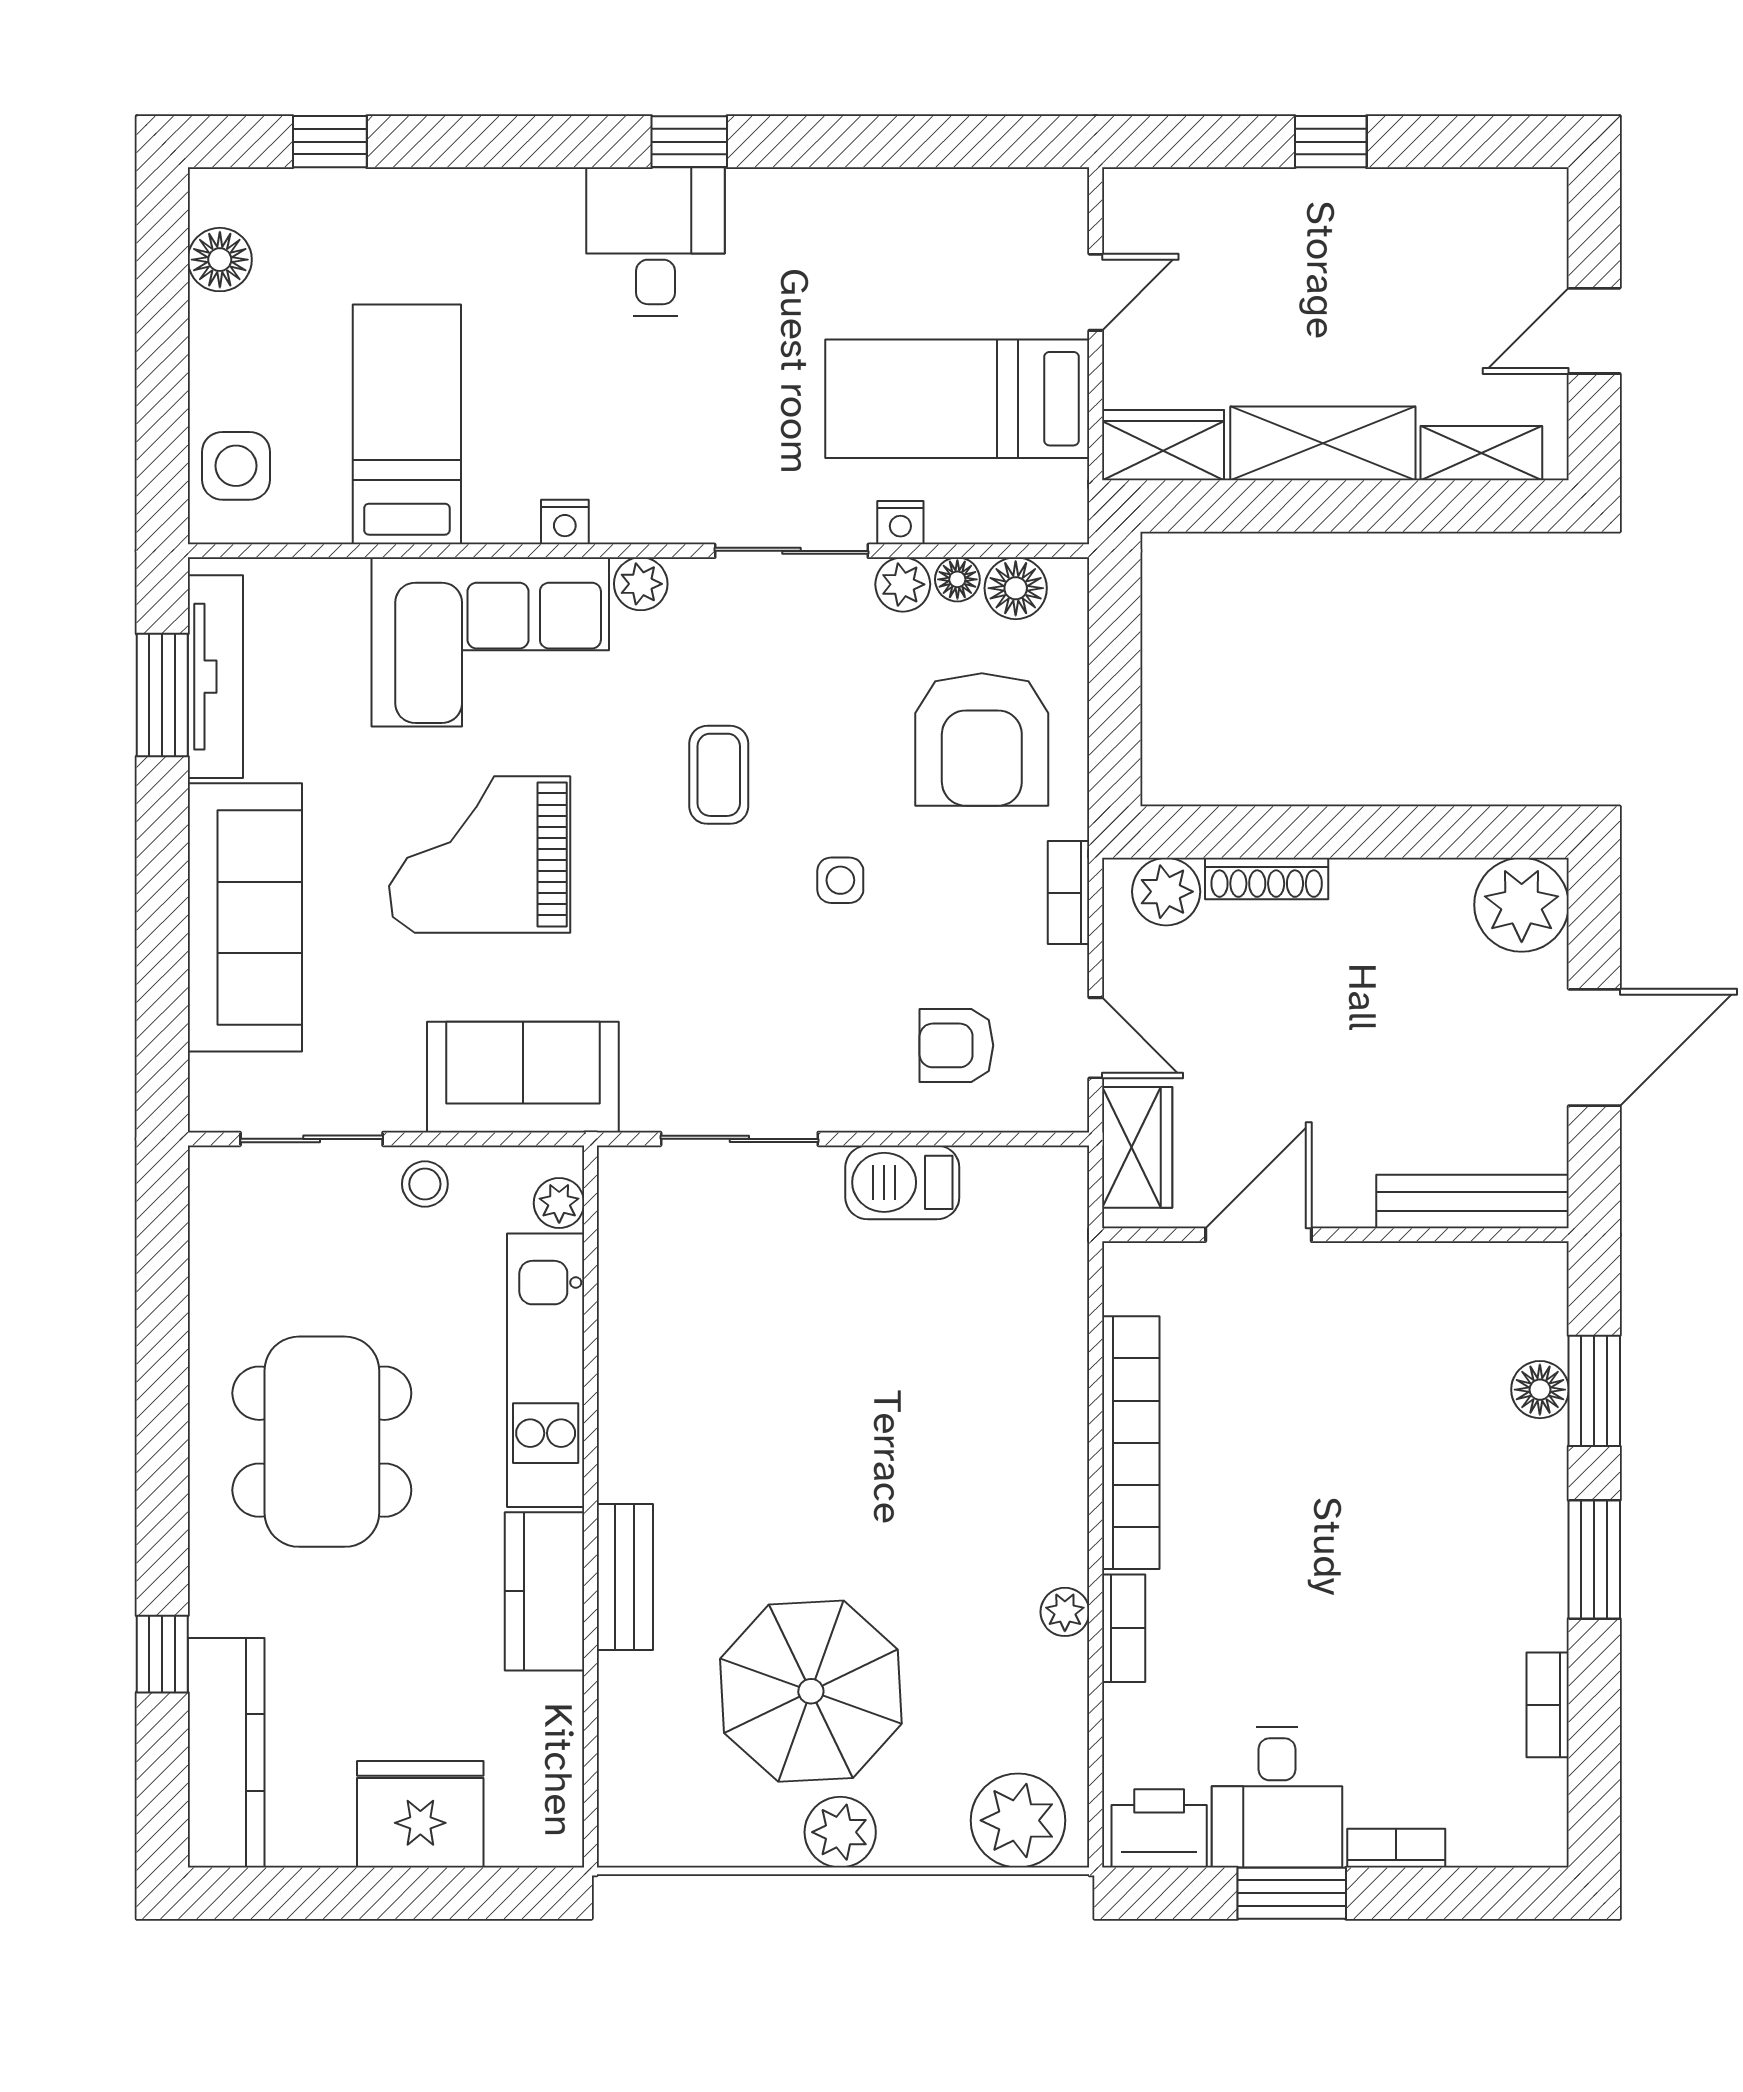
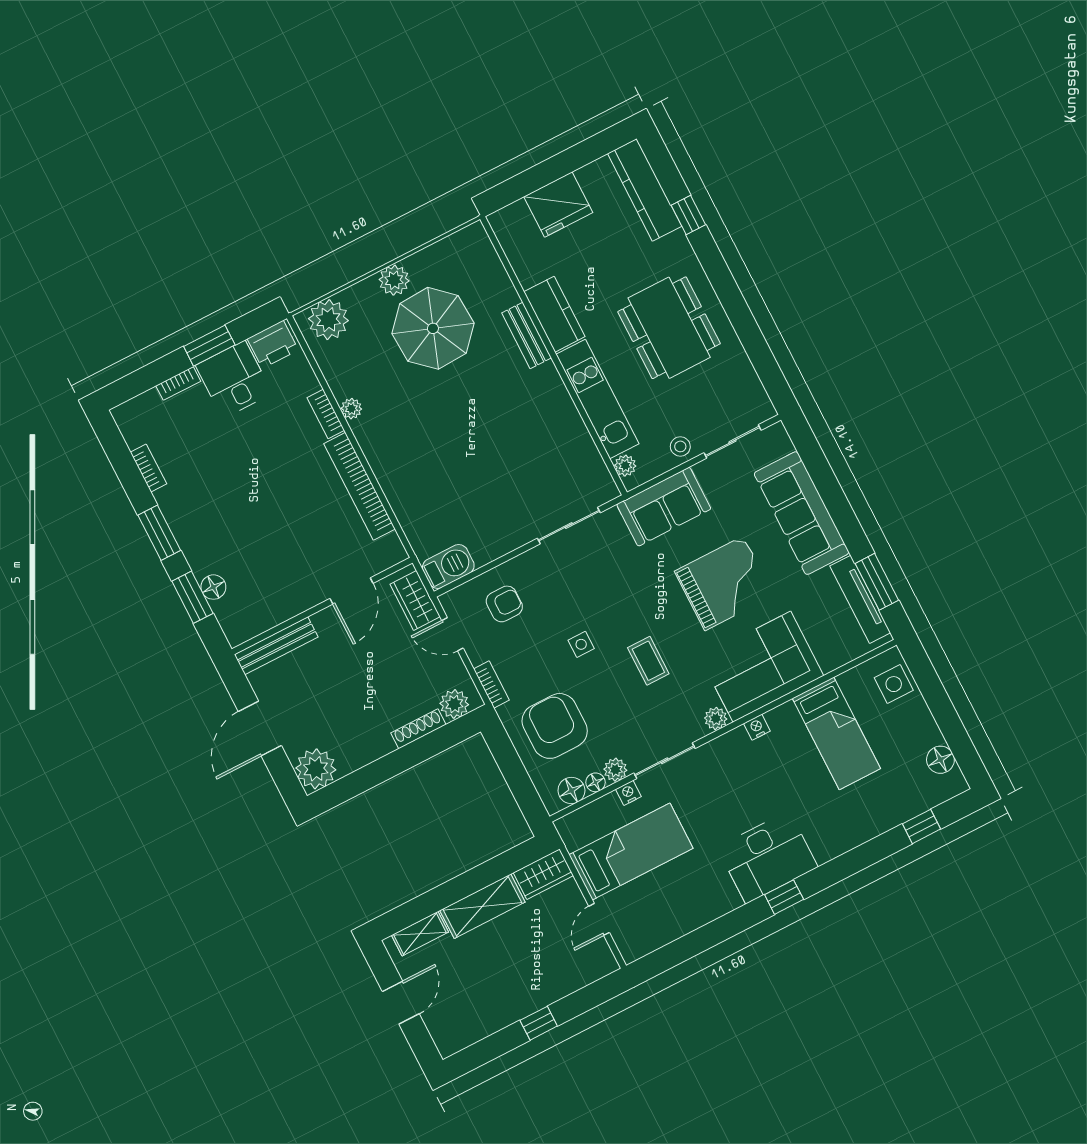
desk: (655, 242) -> (767, 857), width x1.37
barbecue: (902, 1182) -> (448, 567), moved

